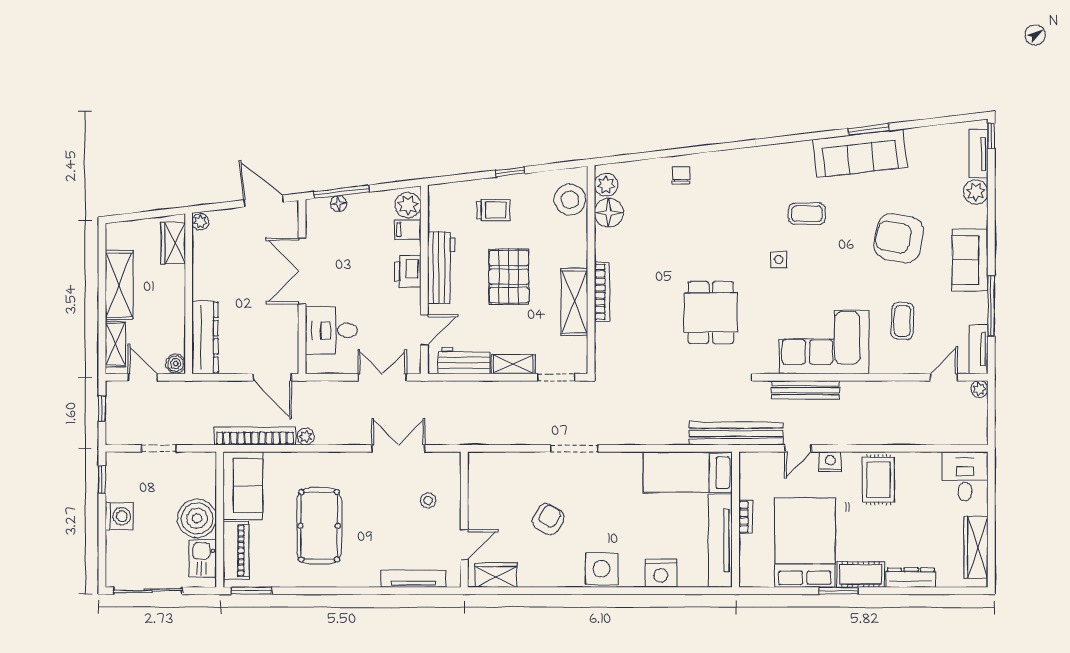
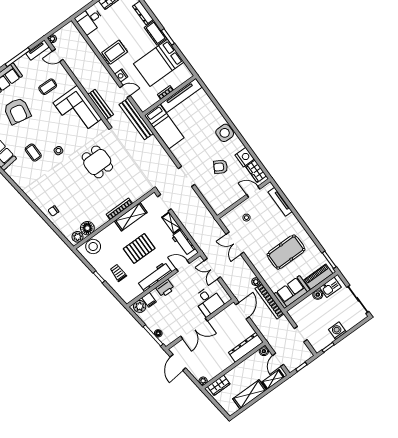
dining table: (711, 312) -> (97, 162), turned 90
boiler: (197, 518) -> (318, 295), width x0.54, depth x0.54
nightstand: (661, 573) -> (245, 157), moved

